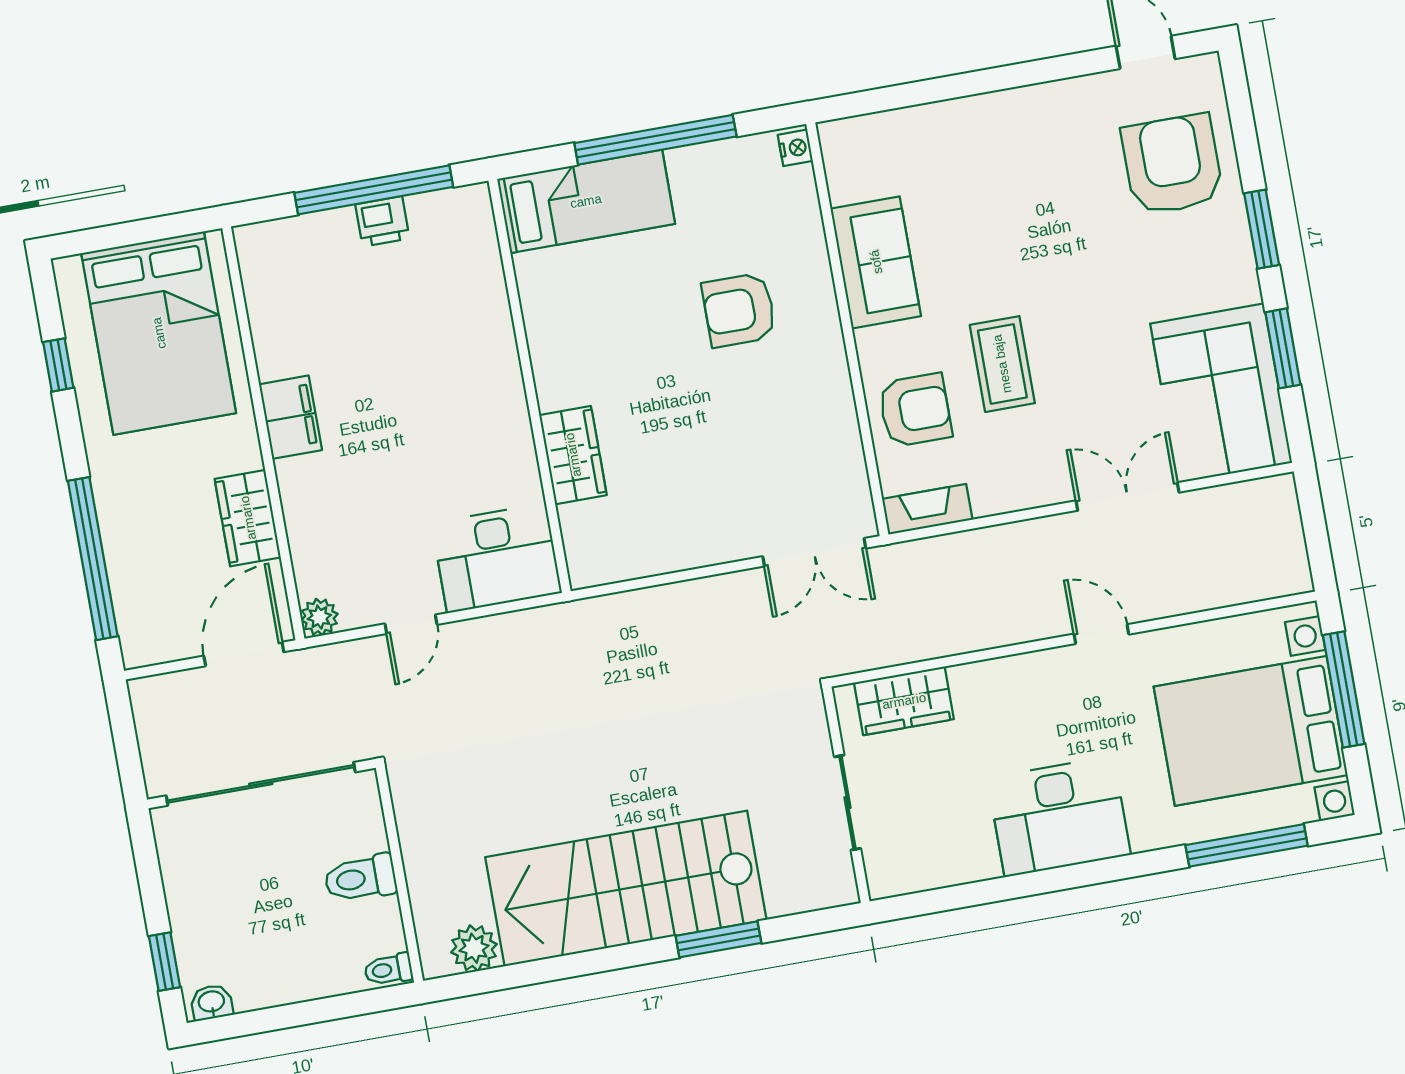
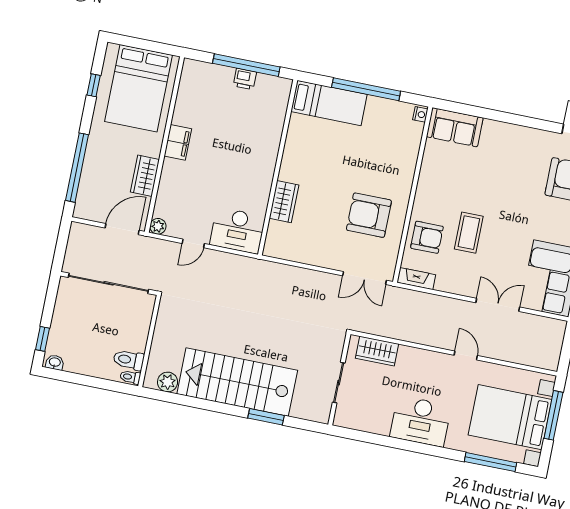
sofa: (876, 262) -> (455, 127), moved, turned 90
armchair: (739, 310) -> (369, 215), moved, width x1.36, depth x1.36
toilet: (360, 878) -> (129, 360), moved

